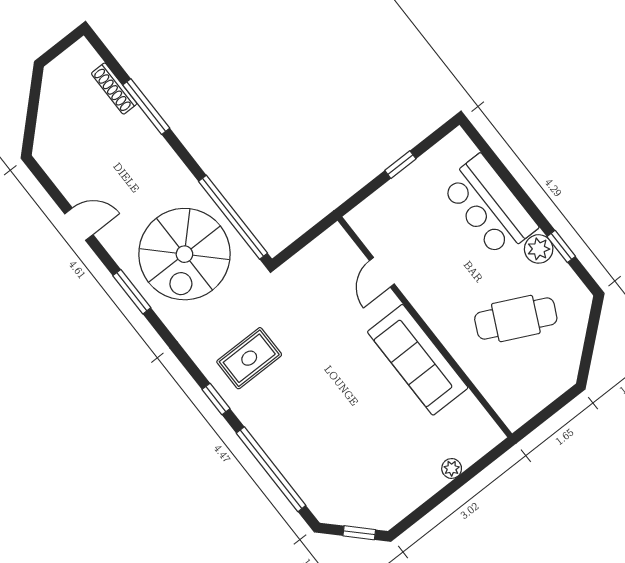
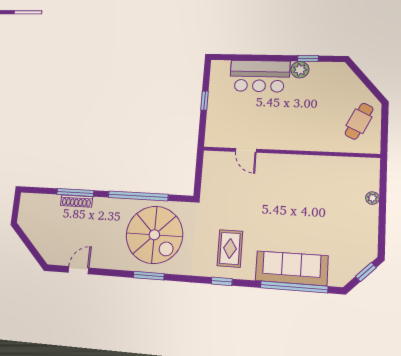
shoe rack: (114, 89) -> (77, 201), moved
window: (233, 217) -> (138, 196), moved
door: (79, 224) -> (78, 270), moved
cafe table: (516, 318) -> (359, 121), moved, width x0.73, depth x0.74
sofa: (418, 360) -> (292, 268), moved, turned 180
window: (216, 399) -> (222, 281), moved

